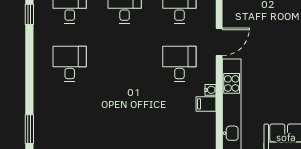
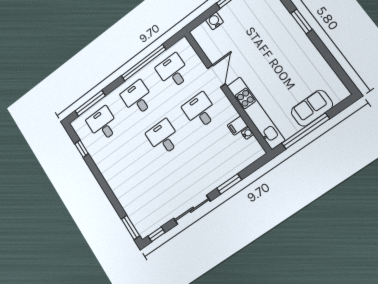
desk: (70, 64) -> (163, 137), moved
water cooler: (210, 90) -> (247, 133), moved

